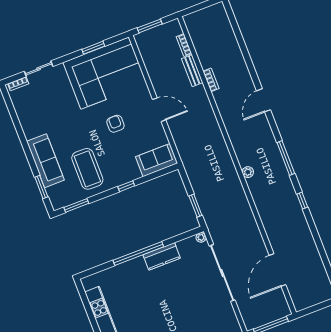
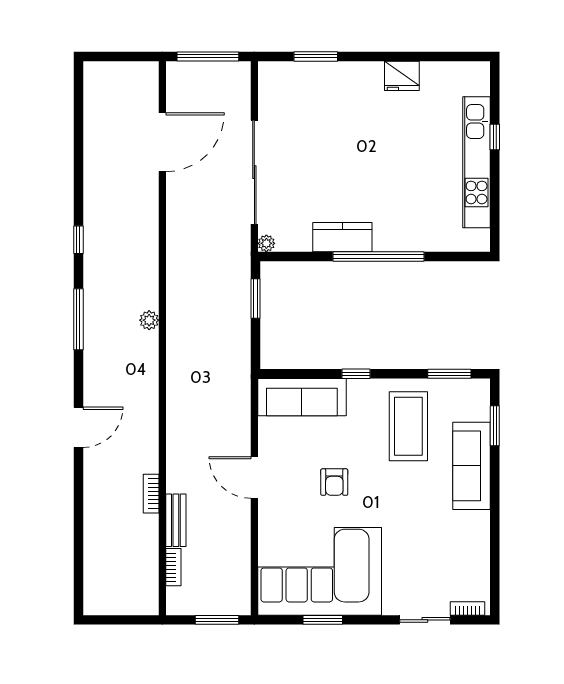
sofa: (157, 160) -> (302, 397), width x1.36

